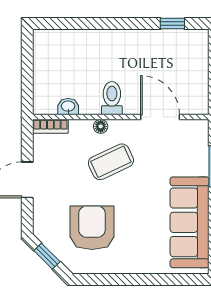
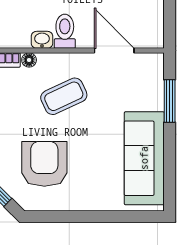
washbasin: (68, 107) -> (42, 40), moved
floor lamp: (101, 126) -> (29, 60), moved

